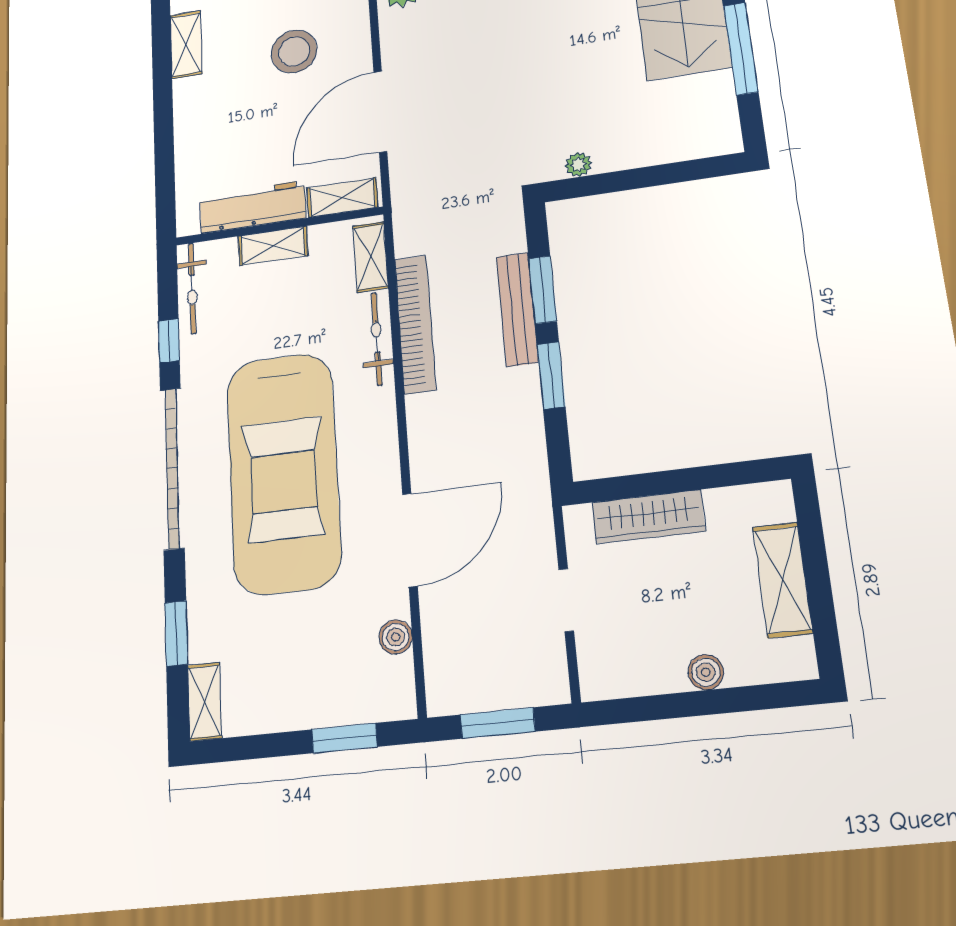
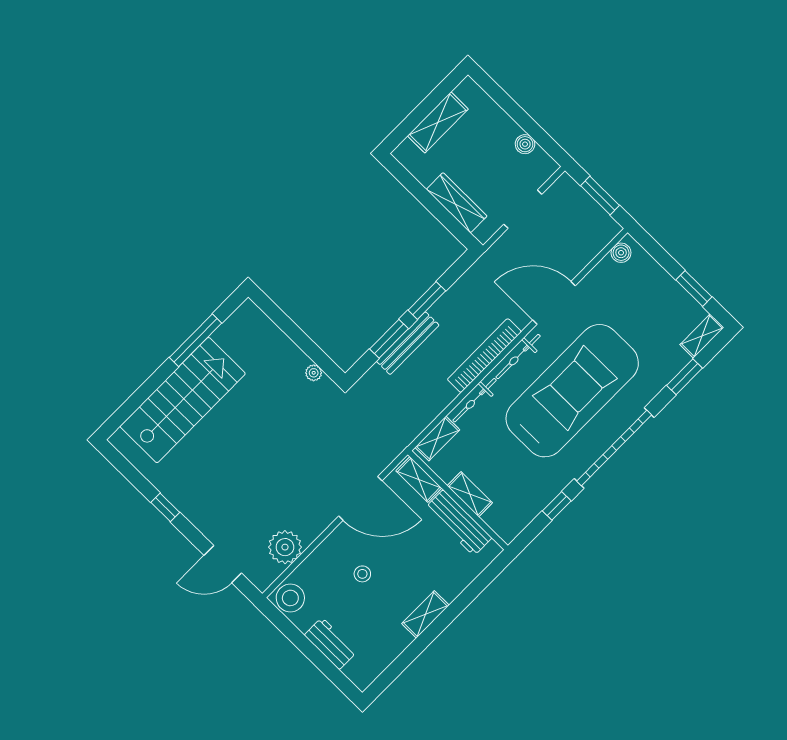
shelving: (186, 45) -> (425, 614), moved
stool: (294, 51) -> (362, 574), width x0.53, depth x0.53
bicycle: (192, 288) -> (518, 357), moved, turned 180
bookcase: (415, 324) -> (484, 356), moved
doorway: (566, 600) -> (523, 209), width x1.38
boiler: (396, 637) -> (621, 253), moved
boiler: (706, 672) -> (525, 144), moved
window: (344, 738) -> (694, 288), moved

